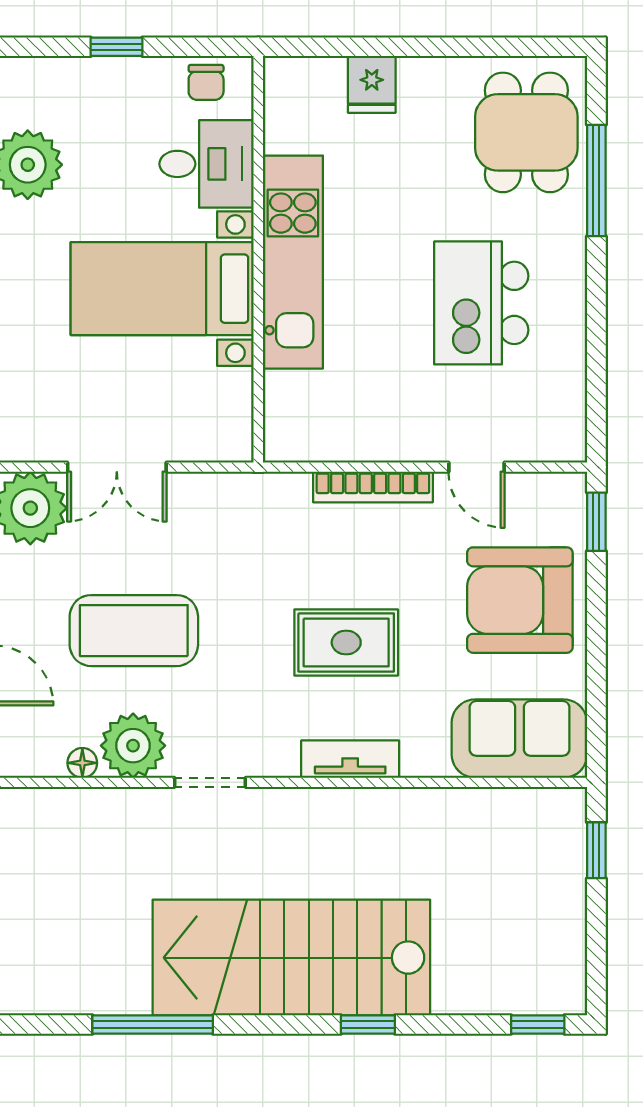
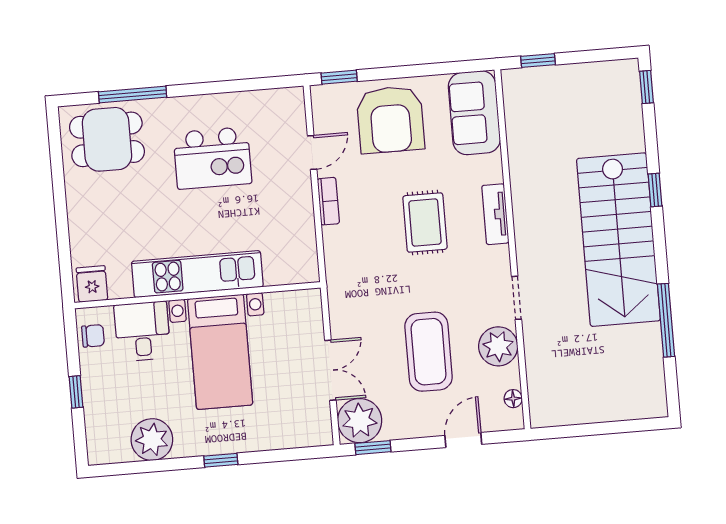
fridge: (372, 84) -> (92, 284), moved, turned -90
bookcase: (373, 487) -> (328, 201), width x0.64
floor lamp: (82, 763) -> (513, 399), moved

